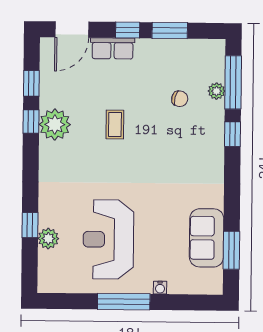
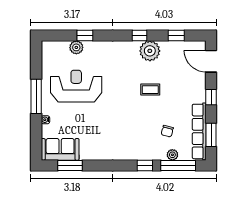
window: (170, 31) -> (211, 135), moved
row of seats: (113, 48) -> (199, 131), moved, width x2.02
window: (31, 122) -> (140, 35), moved
sofa: (207, 238) -> (60, 149), moved

